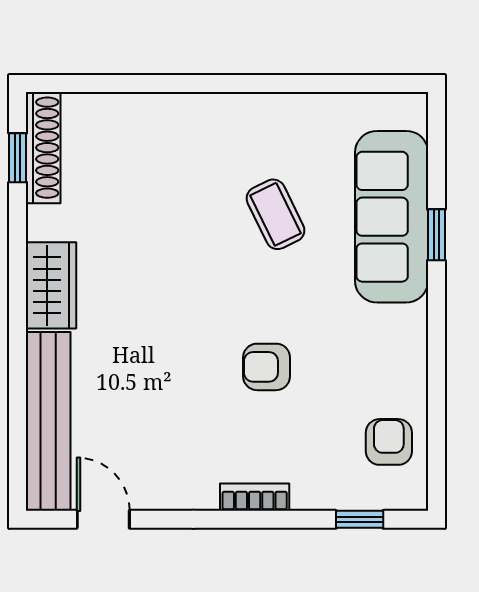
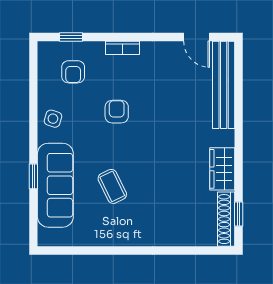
wardrobe: (51, 285) -> (222, 169), moved
side table: (397, 353) -> (53, 119), added
armchair: (267, 367) -> (117, 112), turned -90
armchair: (389, 442) -> (73, 72), moved

